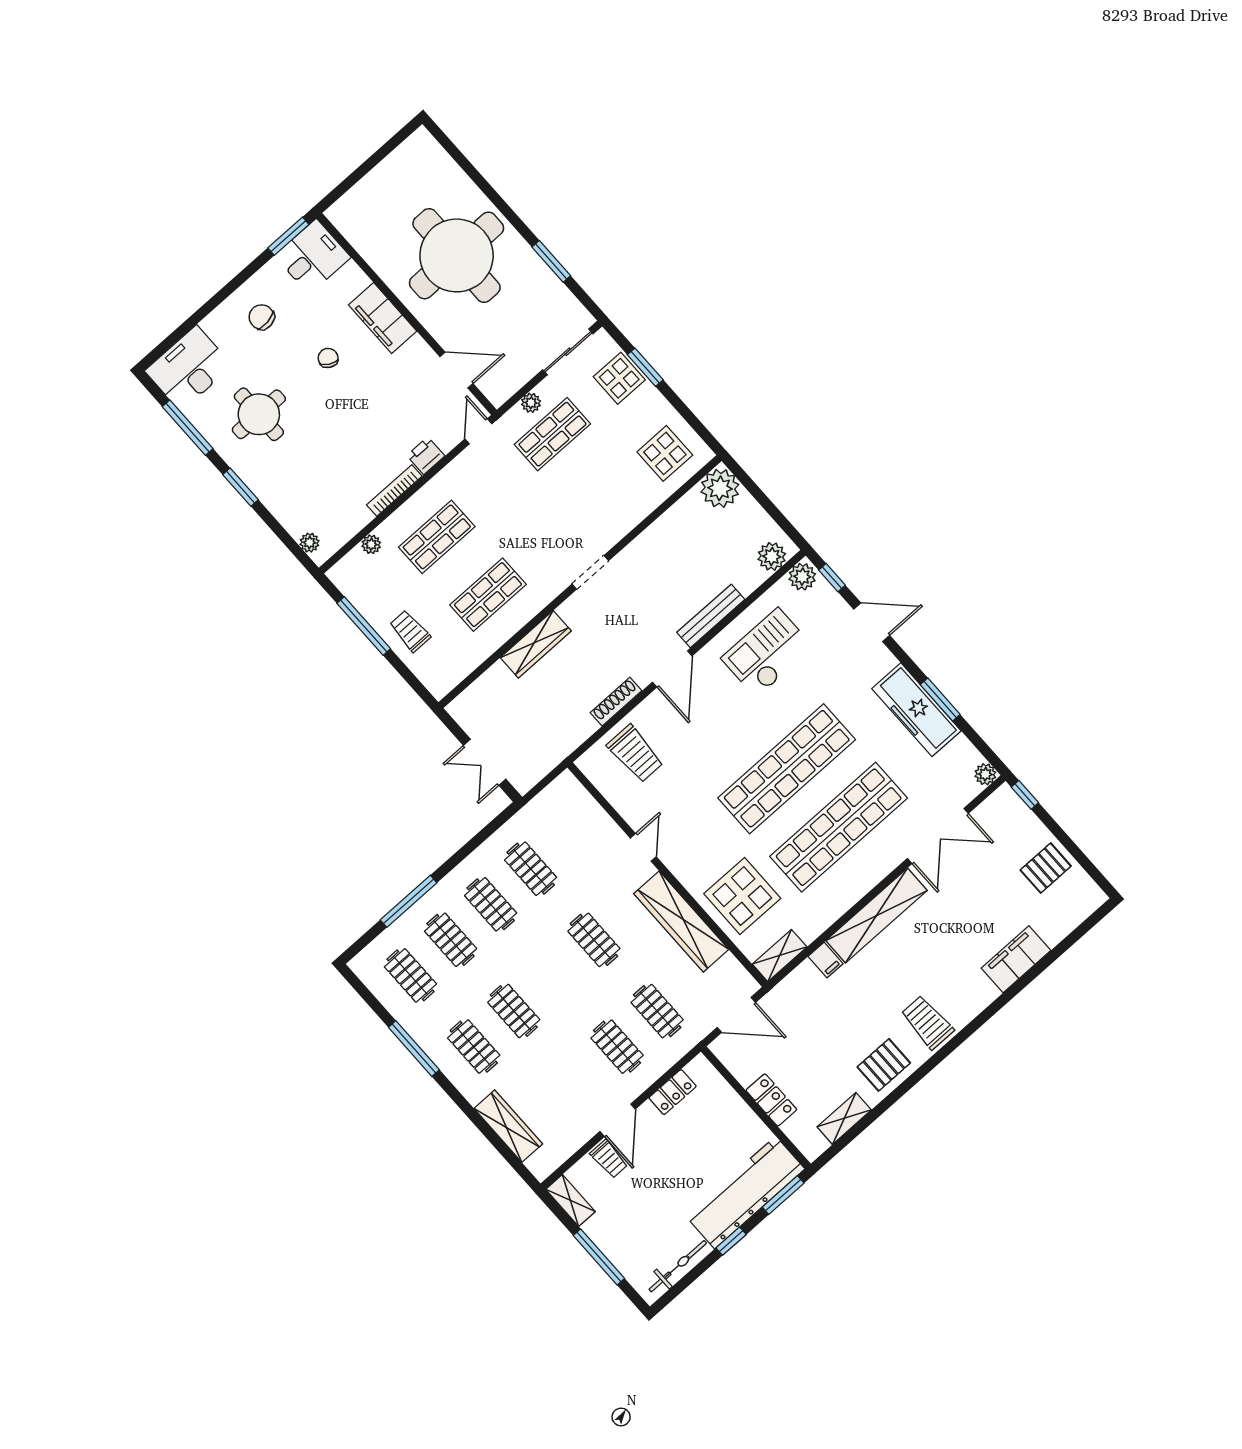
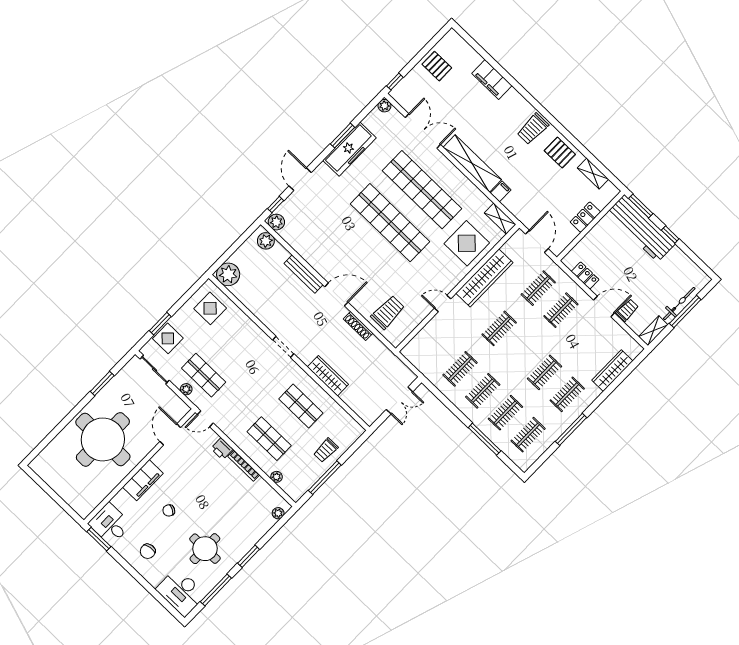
checkout: (767, 653) -> (323, 239), removed
bicycle: (678, 1266) -> (679, 304), moved, turned 90

